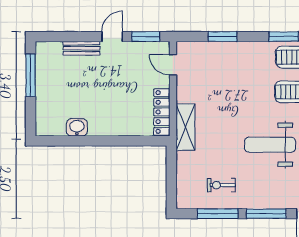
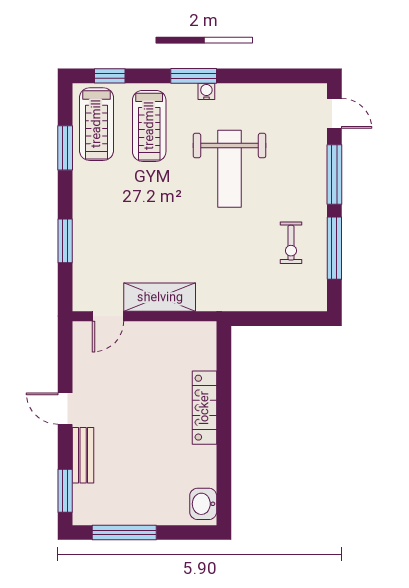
window: (146, 37) -> (65, 491), moved
locker: (162, 112) -> (204, 408), moved, turned 90
washbasin: (77, 127) -> (203, 504), moved
shelving: (186, 127) -> (160, 297), moved

